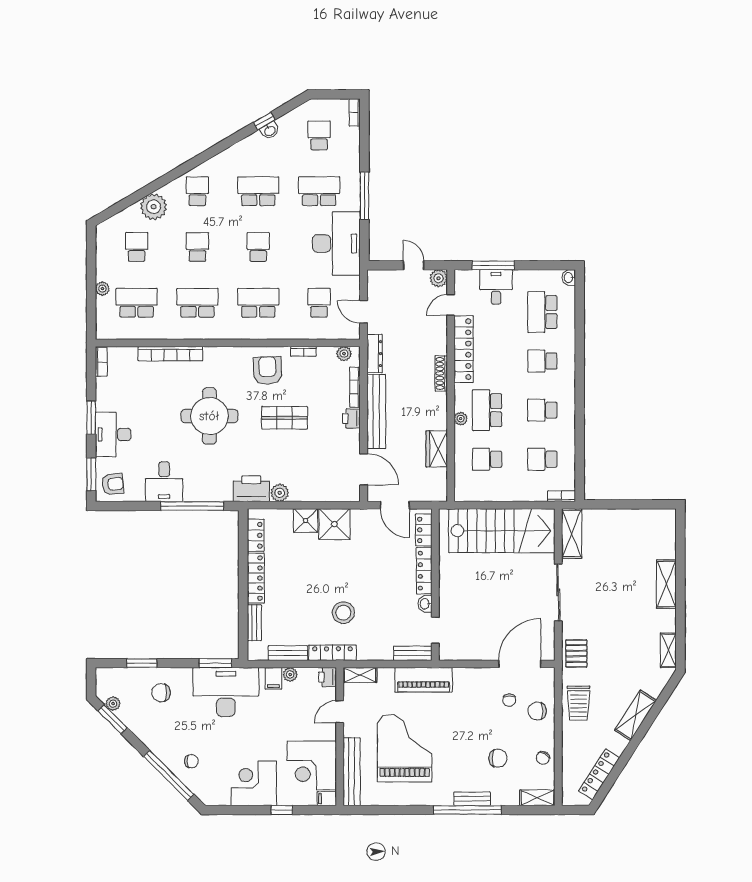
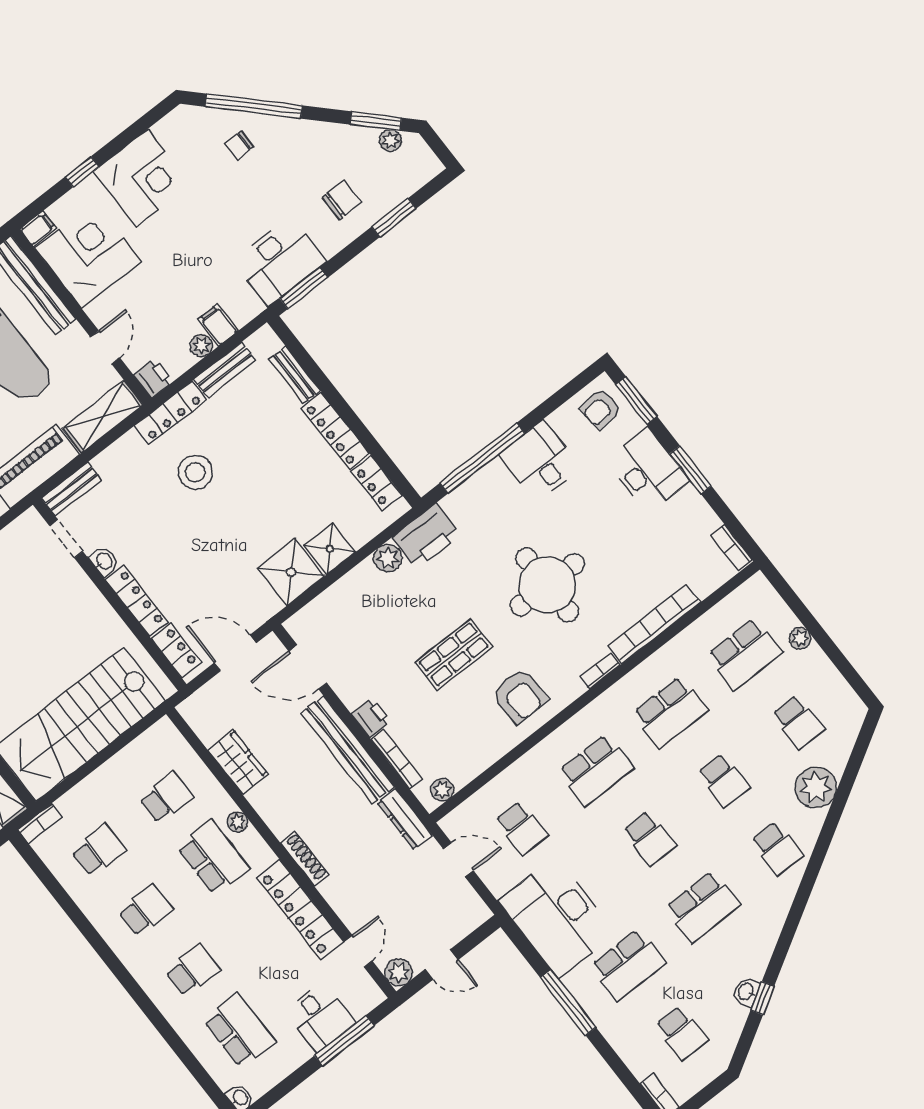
bookcase: (303, 351) -> (600, 671), moved
shelving: (360, 675) -> (103, 417), width x1.50, depth x1.33
desk: (226, 692) -> (280, 261), width x0.73, depth x0.77

